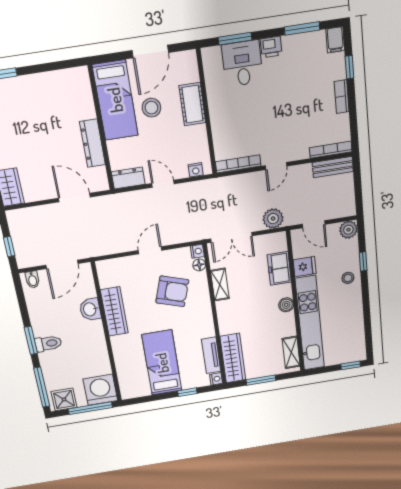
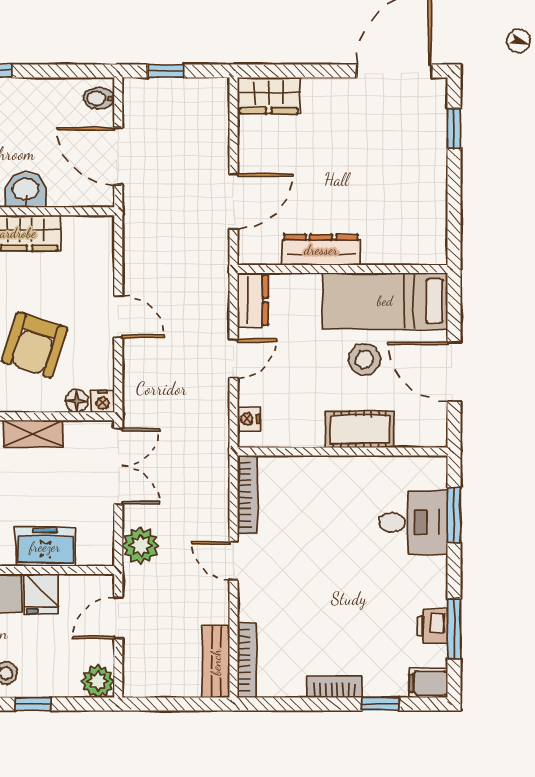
printer: (271, 47) -> (432, 626), moved
double door: (231, 237) -> (118, 466), swing flipped

